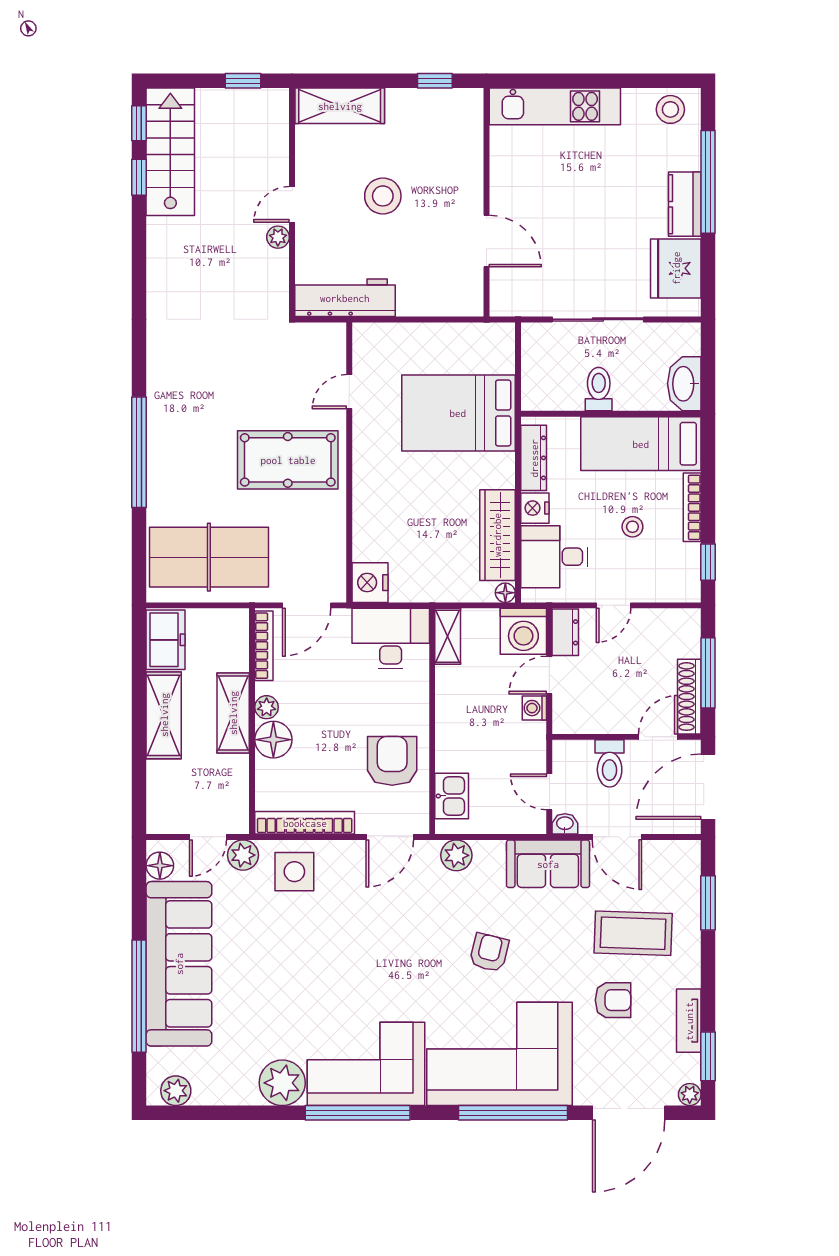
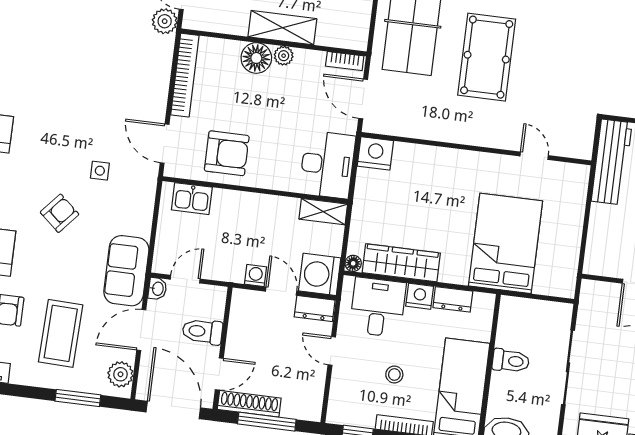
dresser: (534, 458) -> (453, 299), width x0.70
pool table: (288, 460) -> (487, 57), moved
bookcase: (264, 646) -> (345, 61), width x0.64
door: (658, 737) -> (219, 374), hinge flipped
plant: (456, 855) -> (120, 374), moved
side table: (294, 872) -> (100, 171), moved, width x0.54, depth x0.54
armchair: (489, 953) -> (60, 213), turned -63

